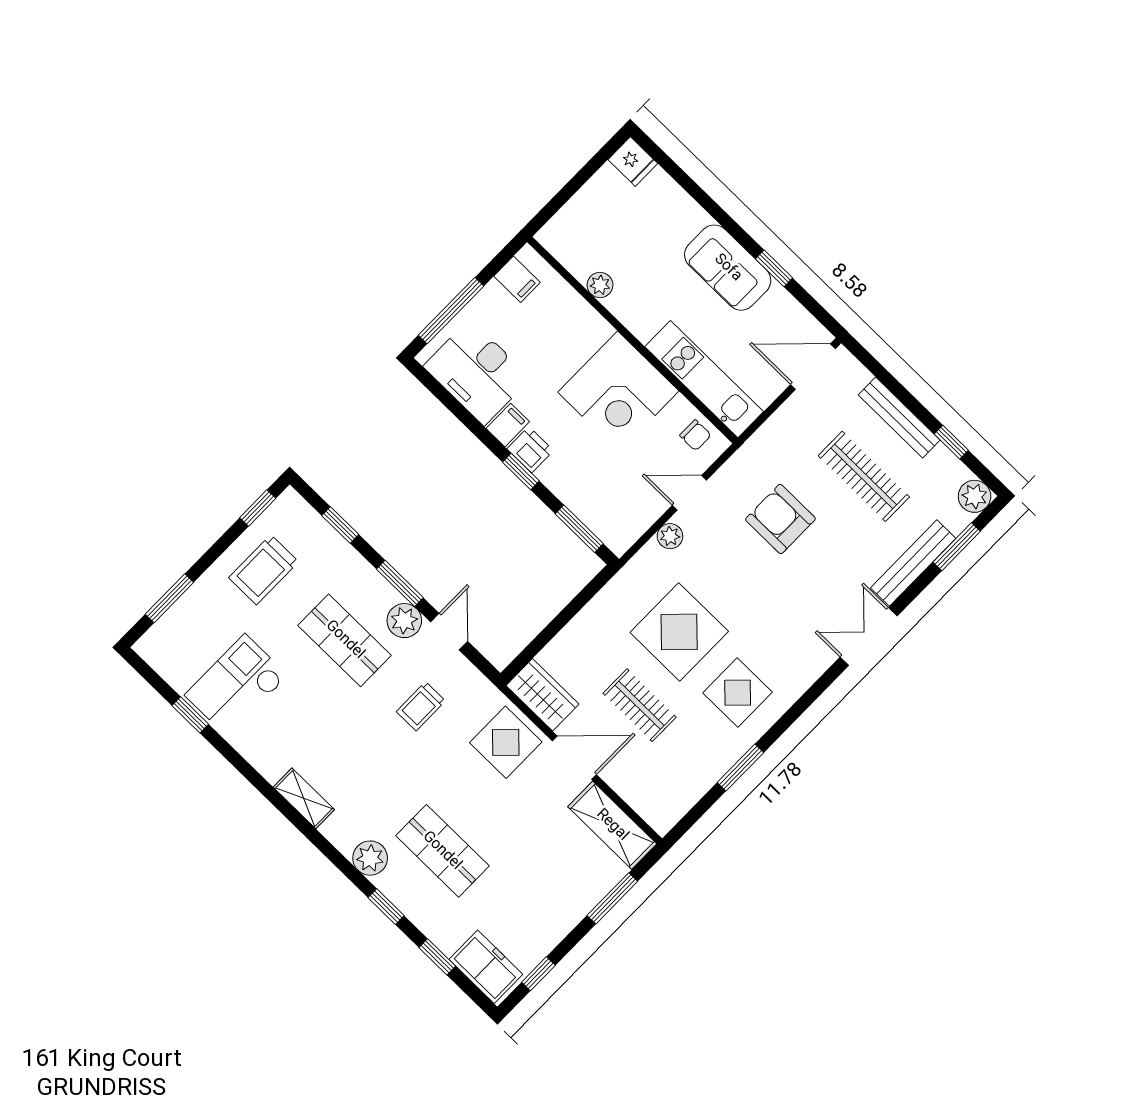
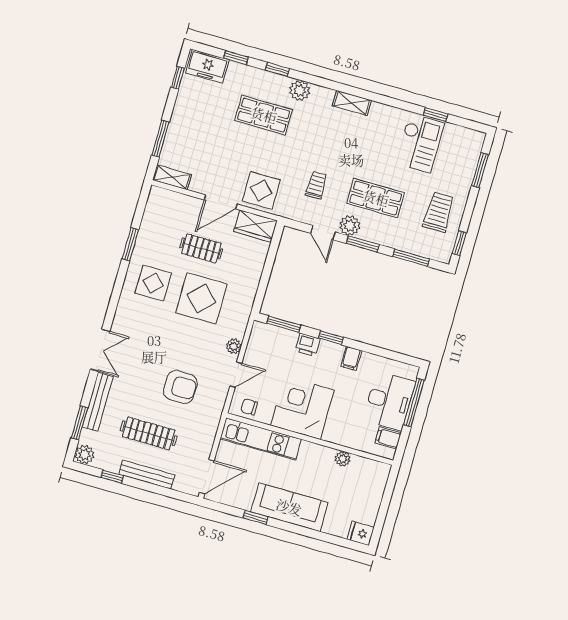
sofa: (728, 268) -> (289, 507), width x1.36
desk: (477, 372) -> (389, 401), moved, turned 90
printer: (530, 450) -> (308, 345), moved
window: (340, 525) -> (411, 258), width x1.50
shelving: (612, 825) -> (172, 177), width x0.67, depth x0.75

